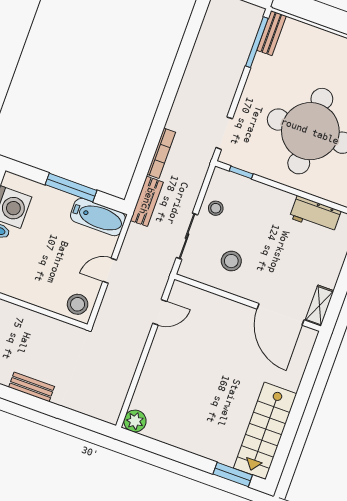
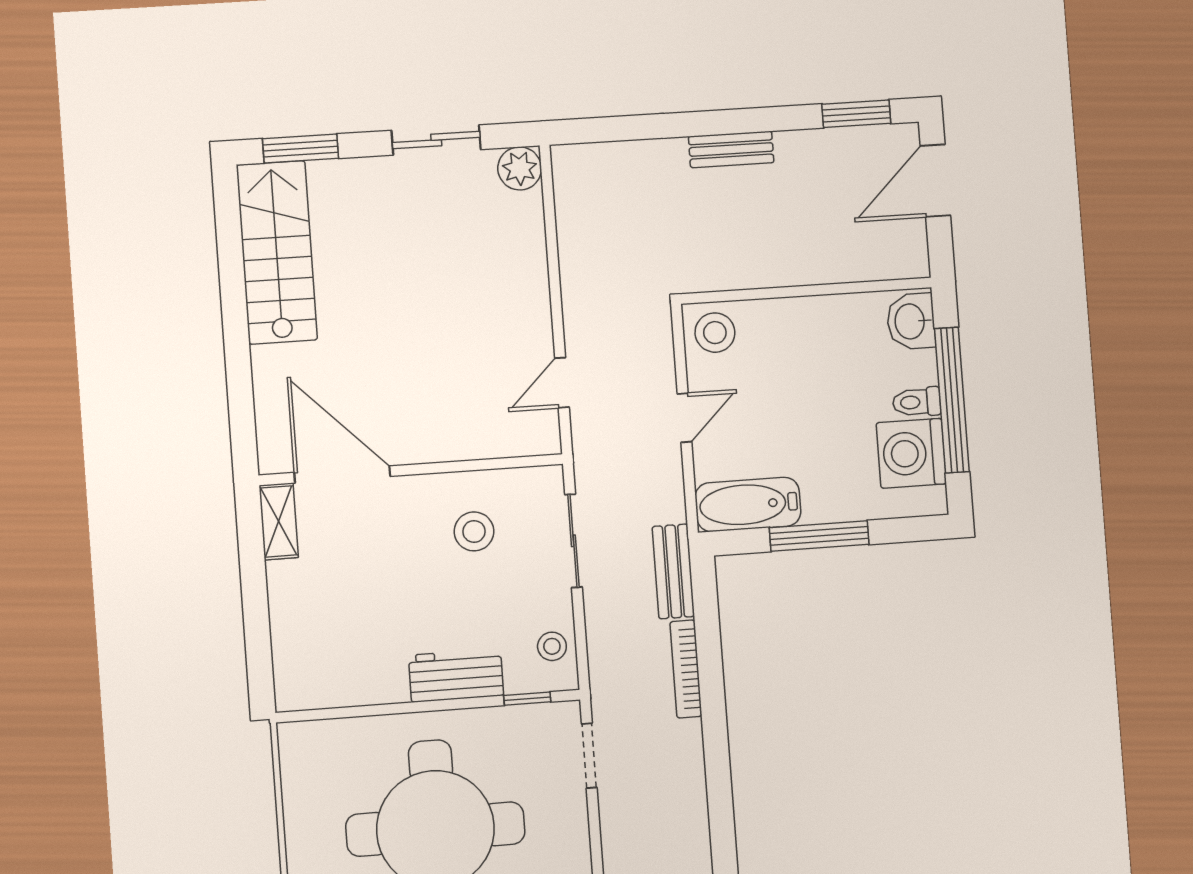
stool: (216, 208) -> (552, 646), moved
workbench: (315, 214) -> (456, 675), moved
sliding door: (168, 451) -> (436, 140), added

